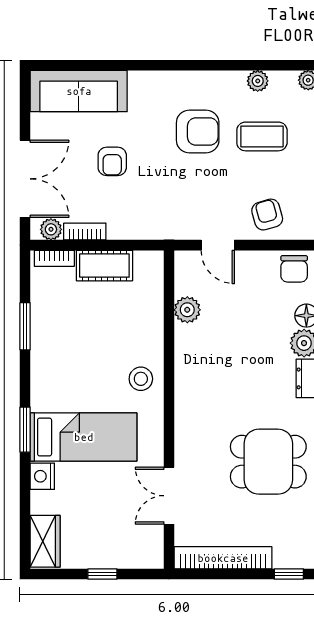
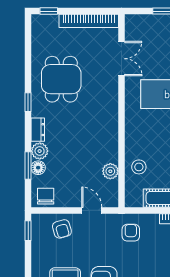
armchair: (112, 161) -> (131, 233), moved
stool: (141, 379) -> (139, 167), moved
dining table: (268, 462) -> (61, 79), turned 90

